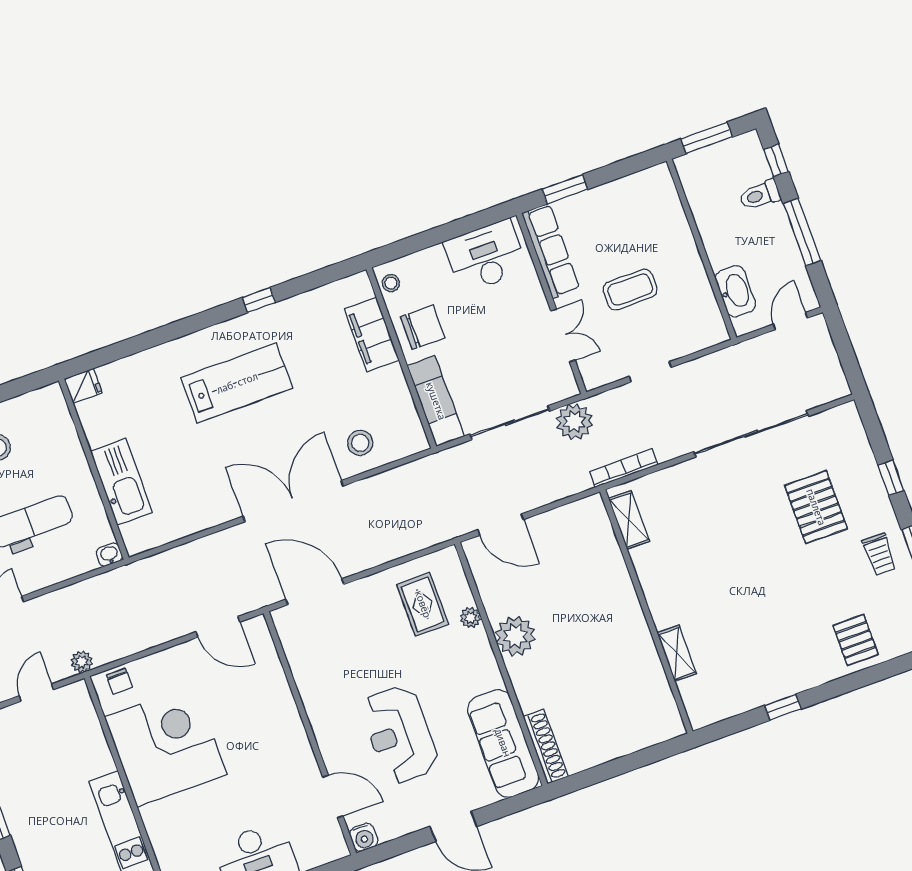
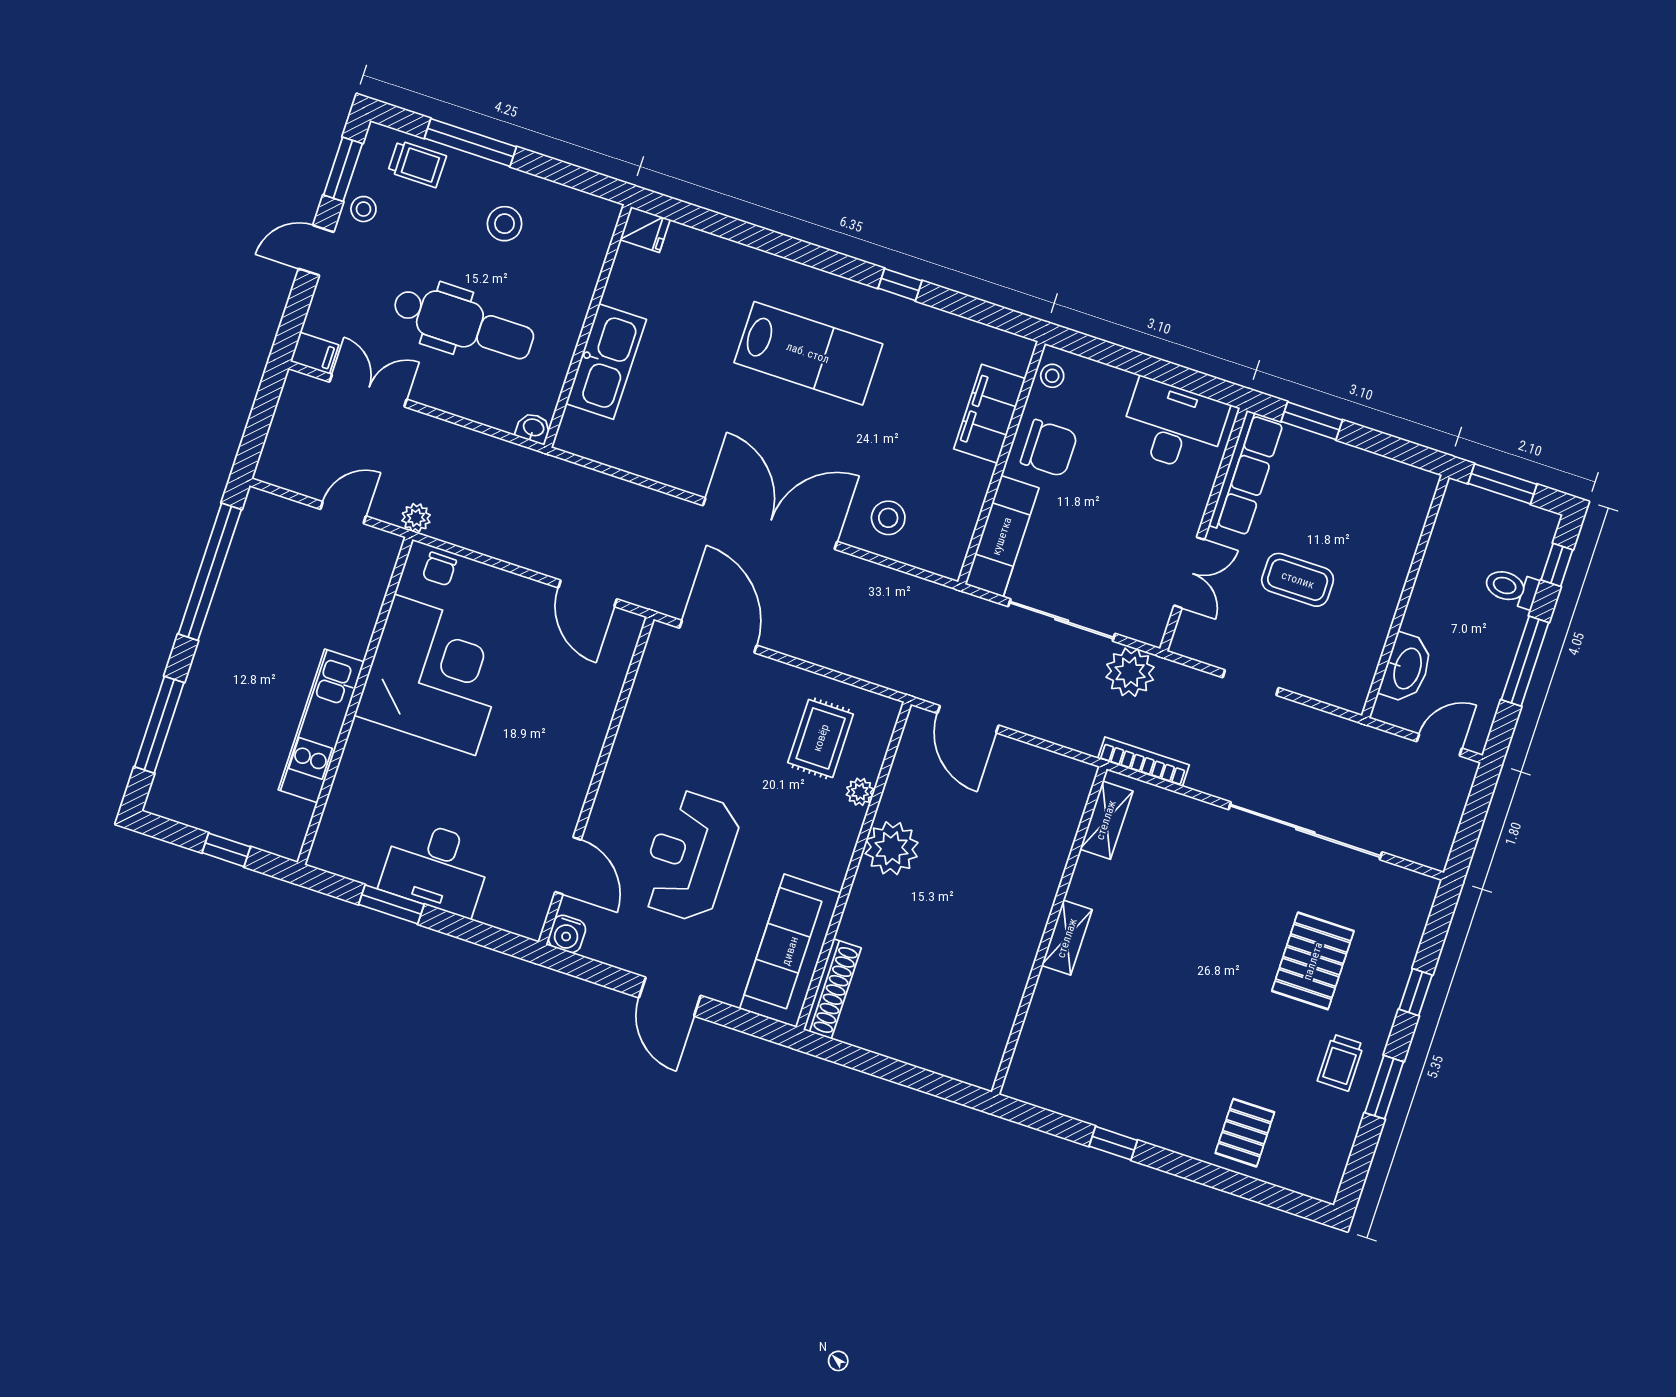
shelving: (677, 653) -> (1067, 938), moved

